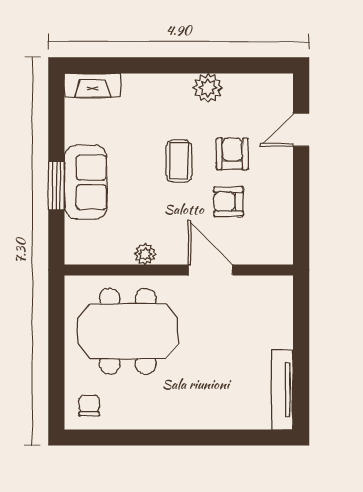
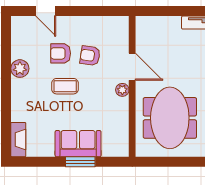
armchair: (229, 202) -> (90, 56), turned 98
plant: (145, 254) -> (122, 90), moved
door: (210, 270) -> (132, 67), swing flipped

